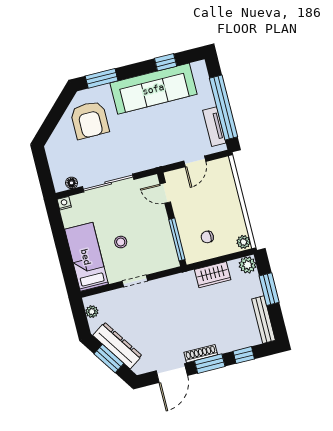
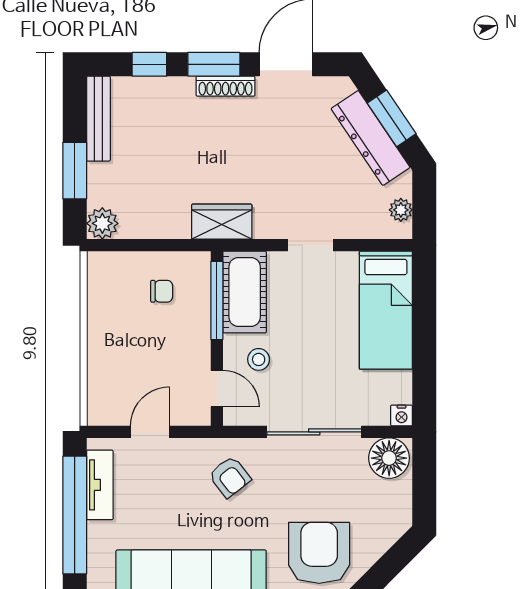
armchair: (147, 148) -> (230, 477), added
floor lamp: (72, 183) -> (389, 458), width x1.89, depth x1.89
stool: (121, 242) -> (259, 359), moved
plant: (244, 242) -> (99, 266), removed
cot: (163, 248) -> (245, 292), added
wardrobe: (213, 275) -> (222, 222), moved

